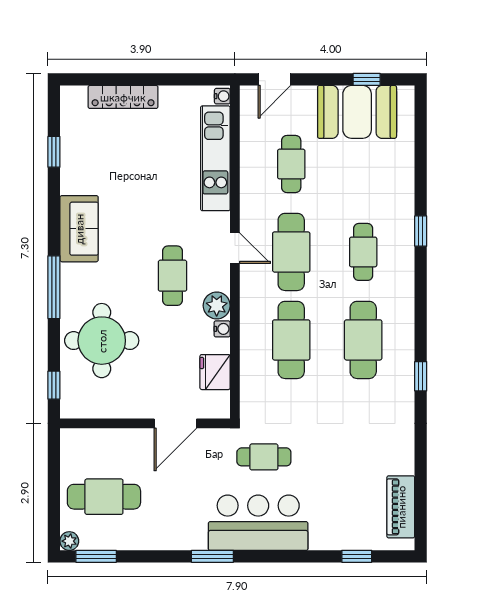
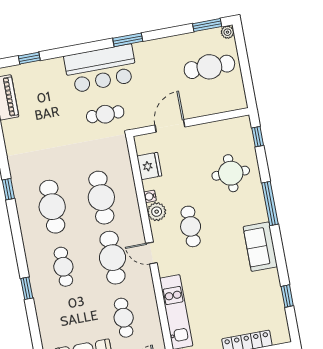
round table: (102, 341) -> (231, 173), width x0.73, depth x0.73

